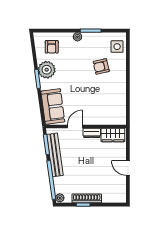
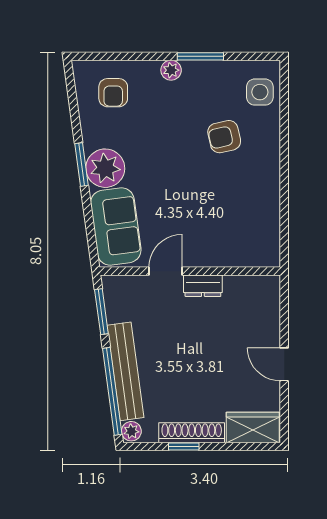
plant: (47, 70) -> (105, 168), moved
wardrobe: (113, 135) -> (253, 427), moved, turned 180
bench: (55, 155) -> (125, 371), moved

